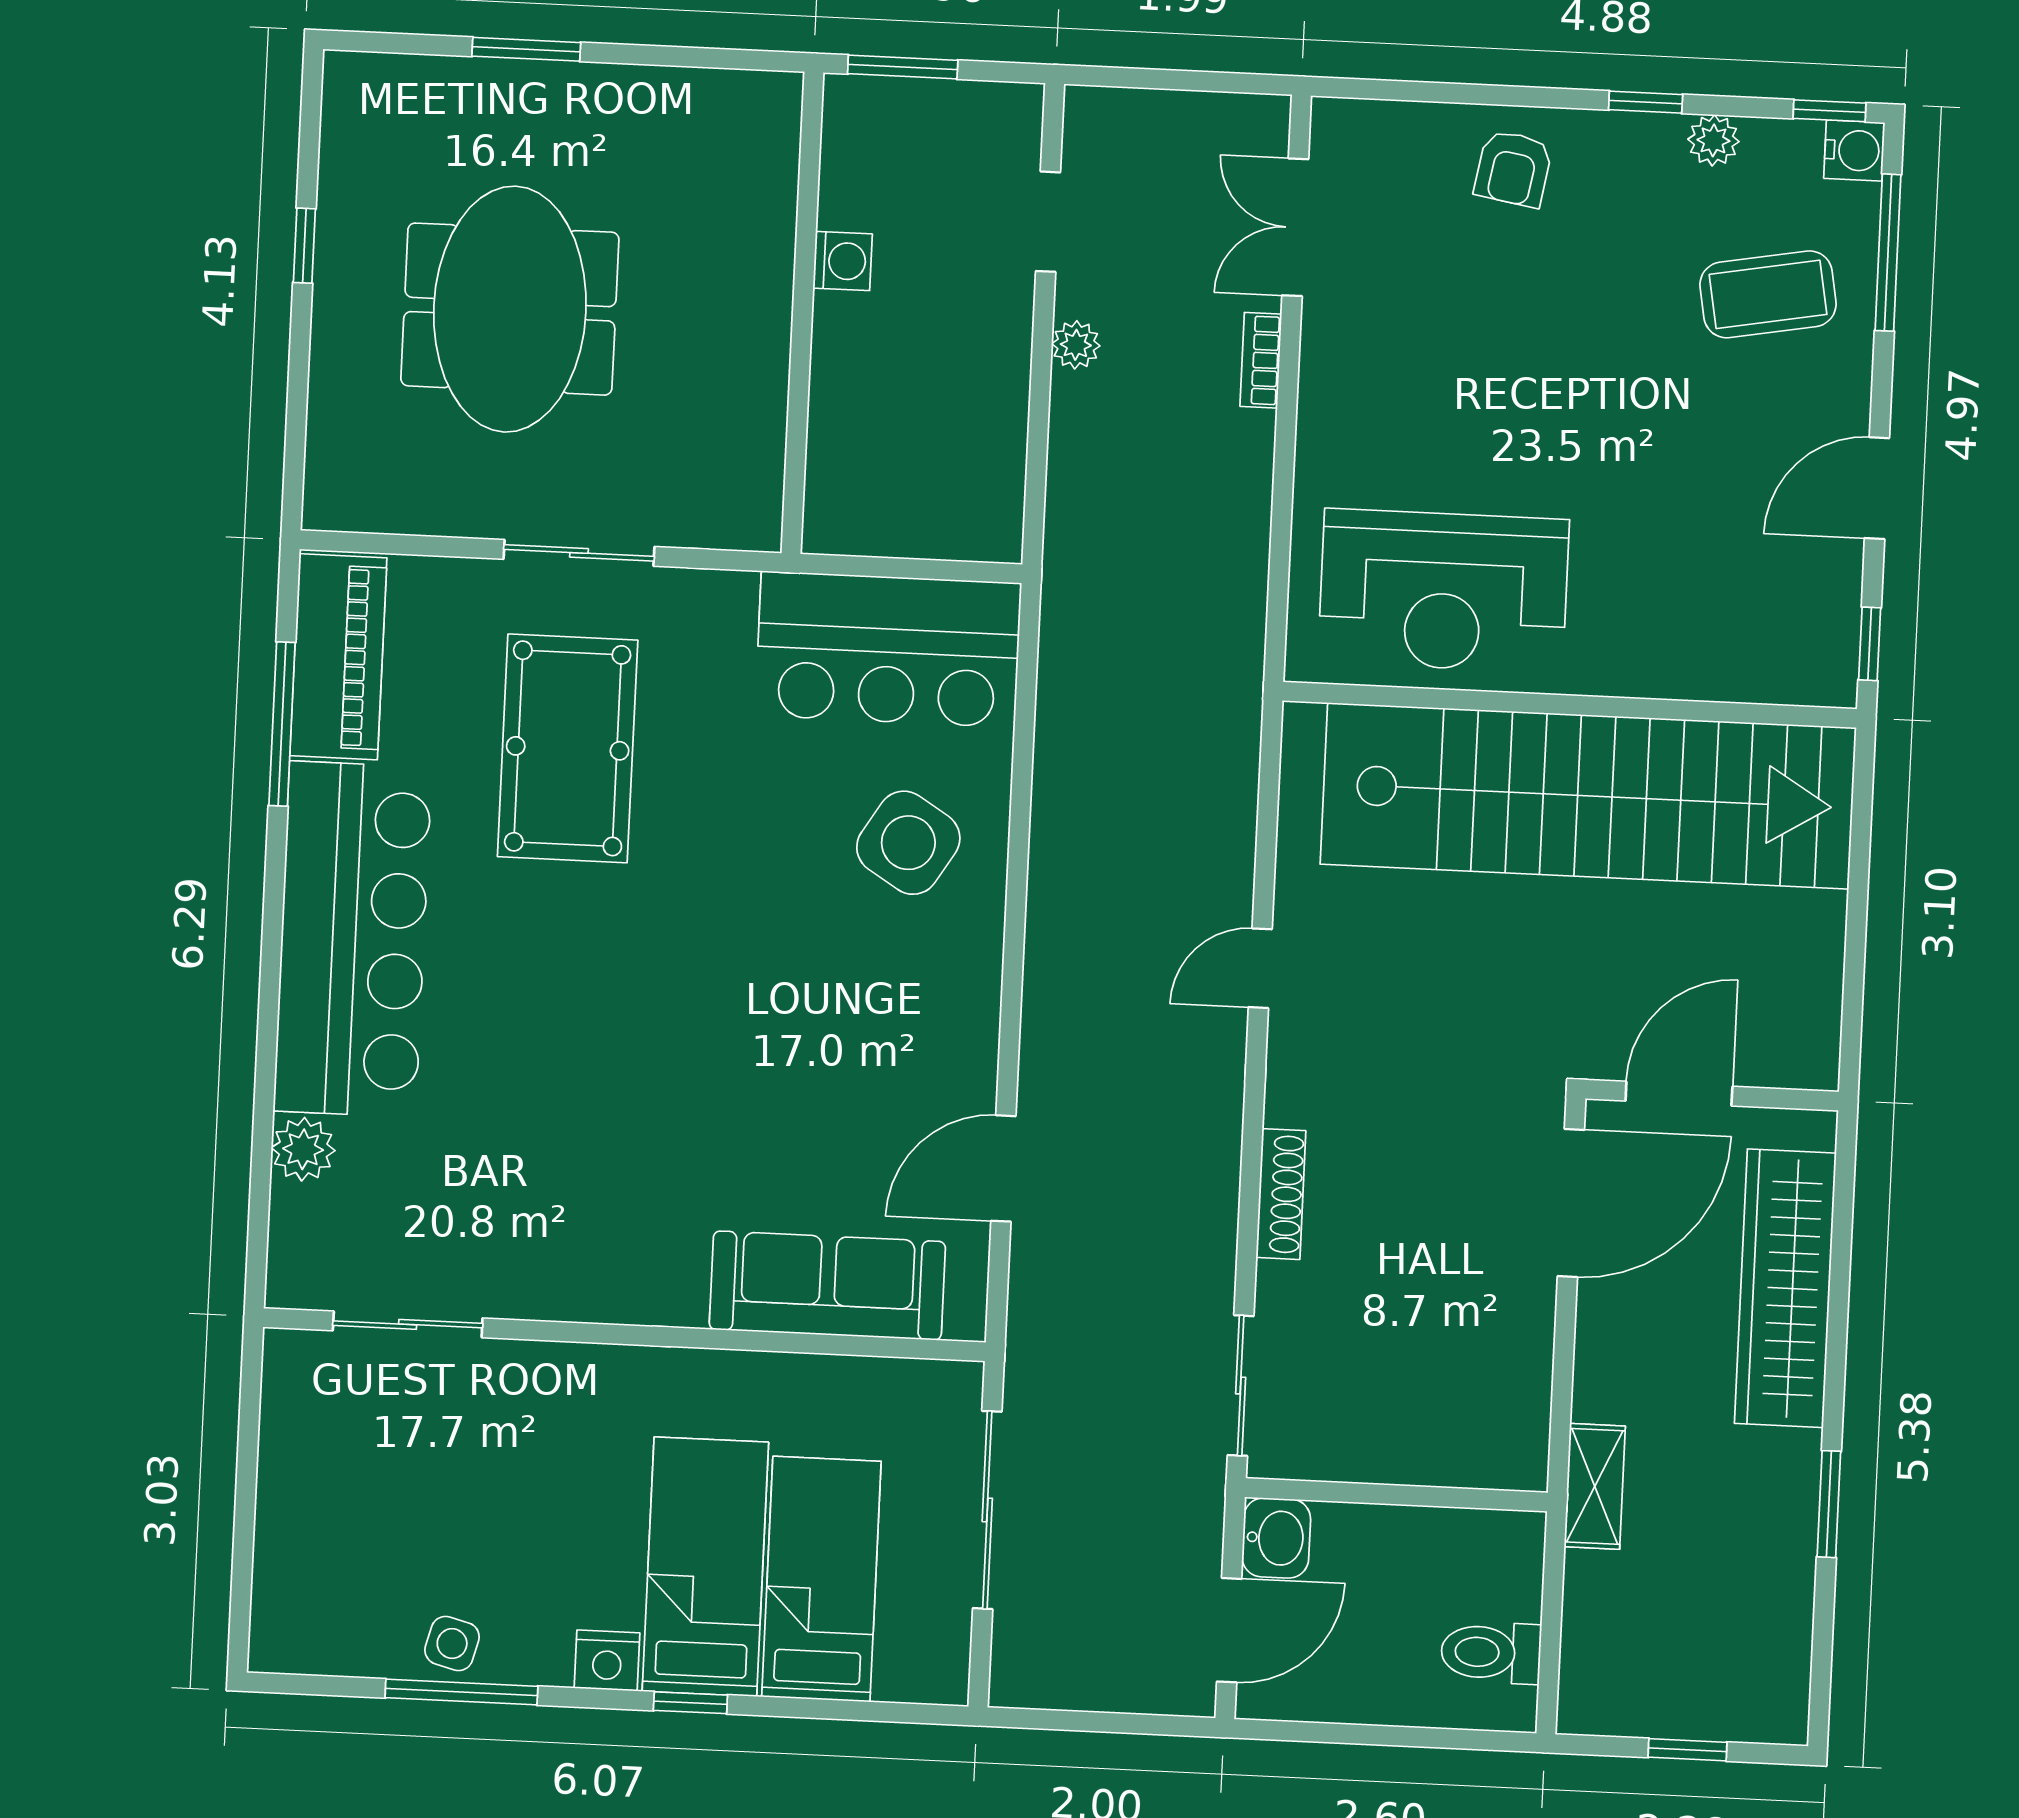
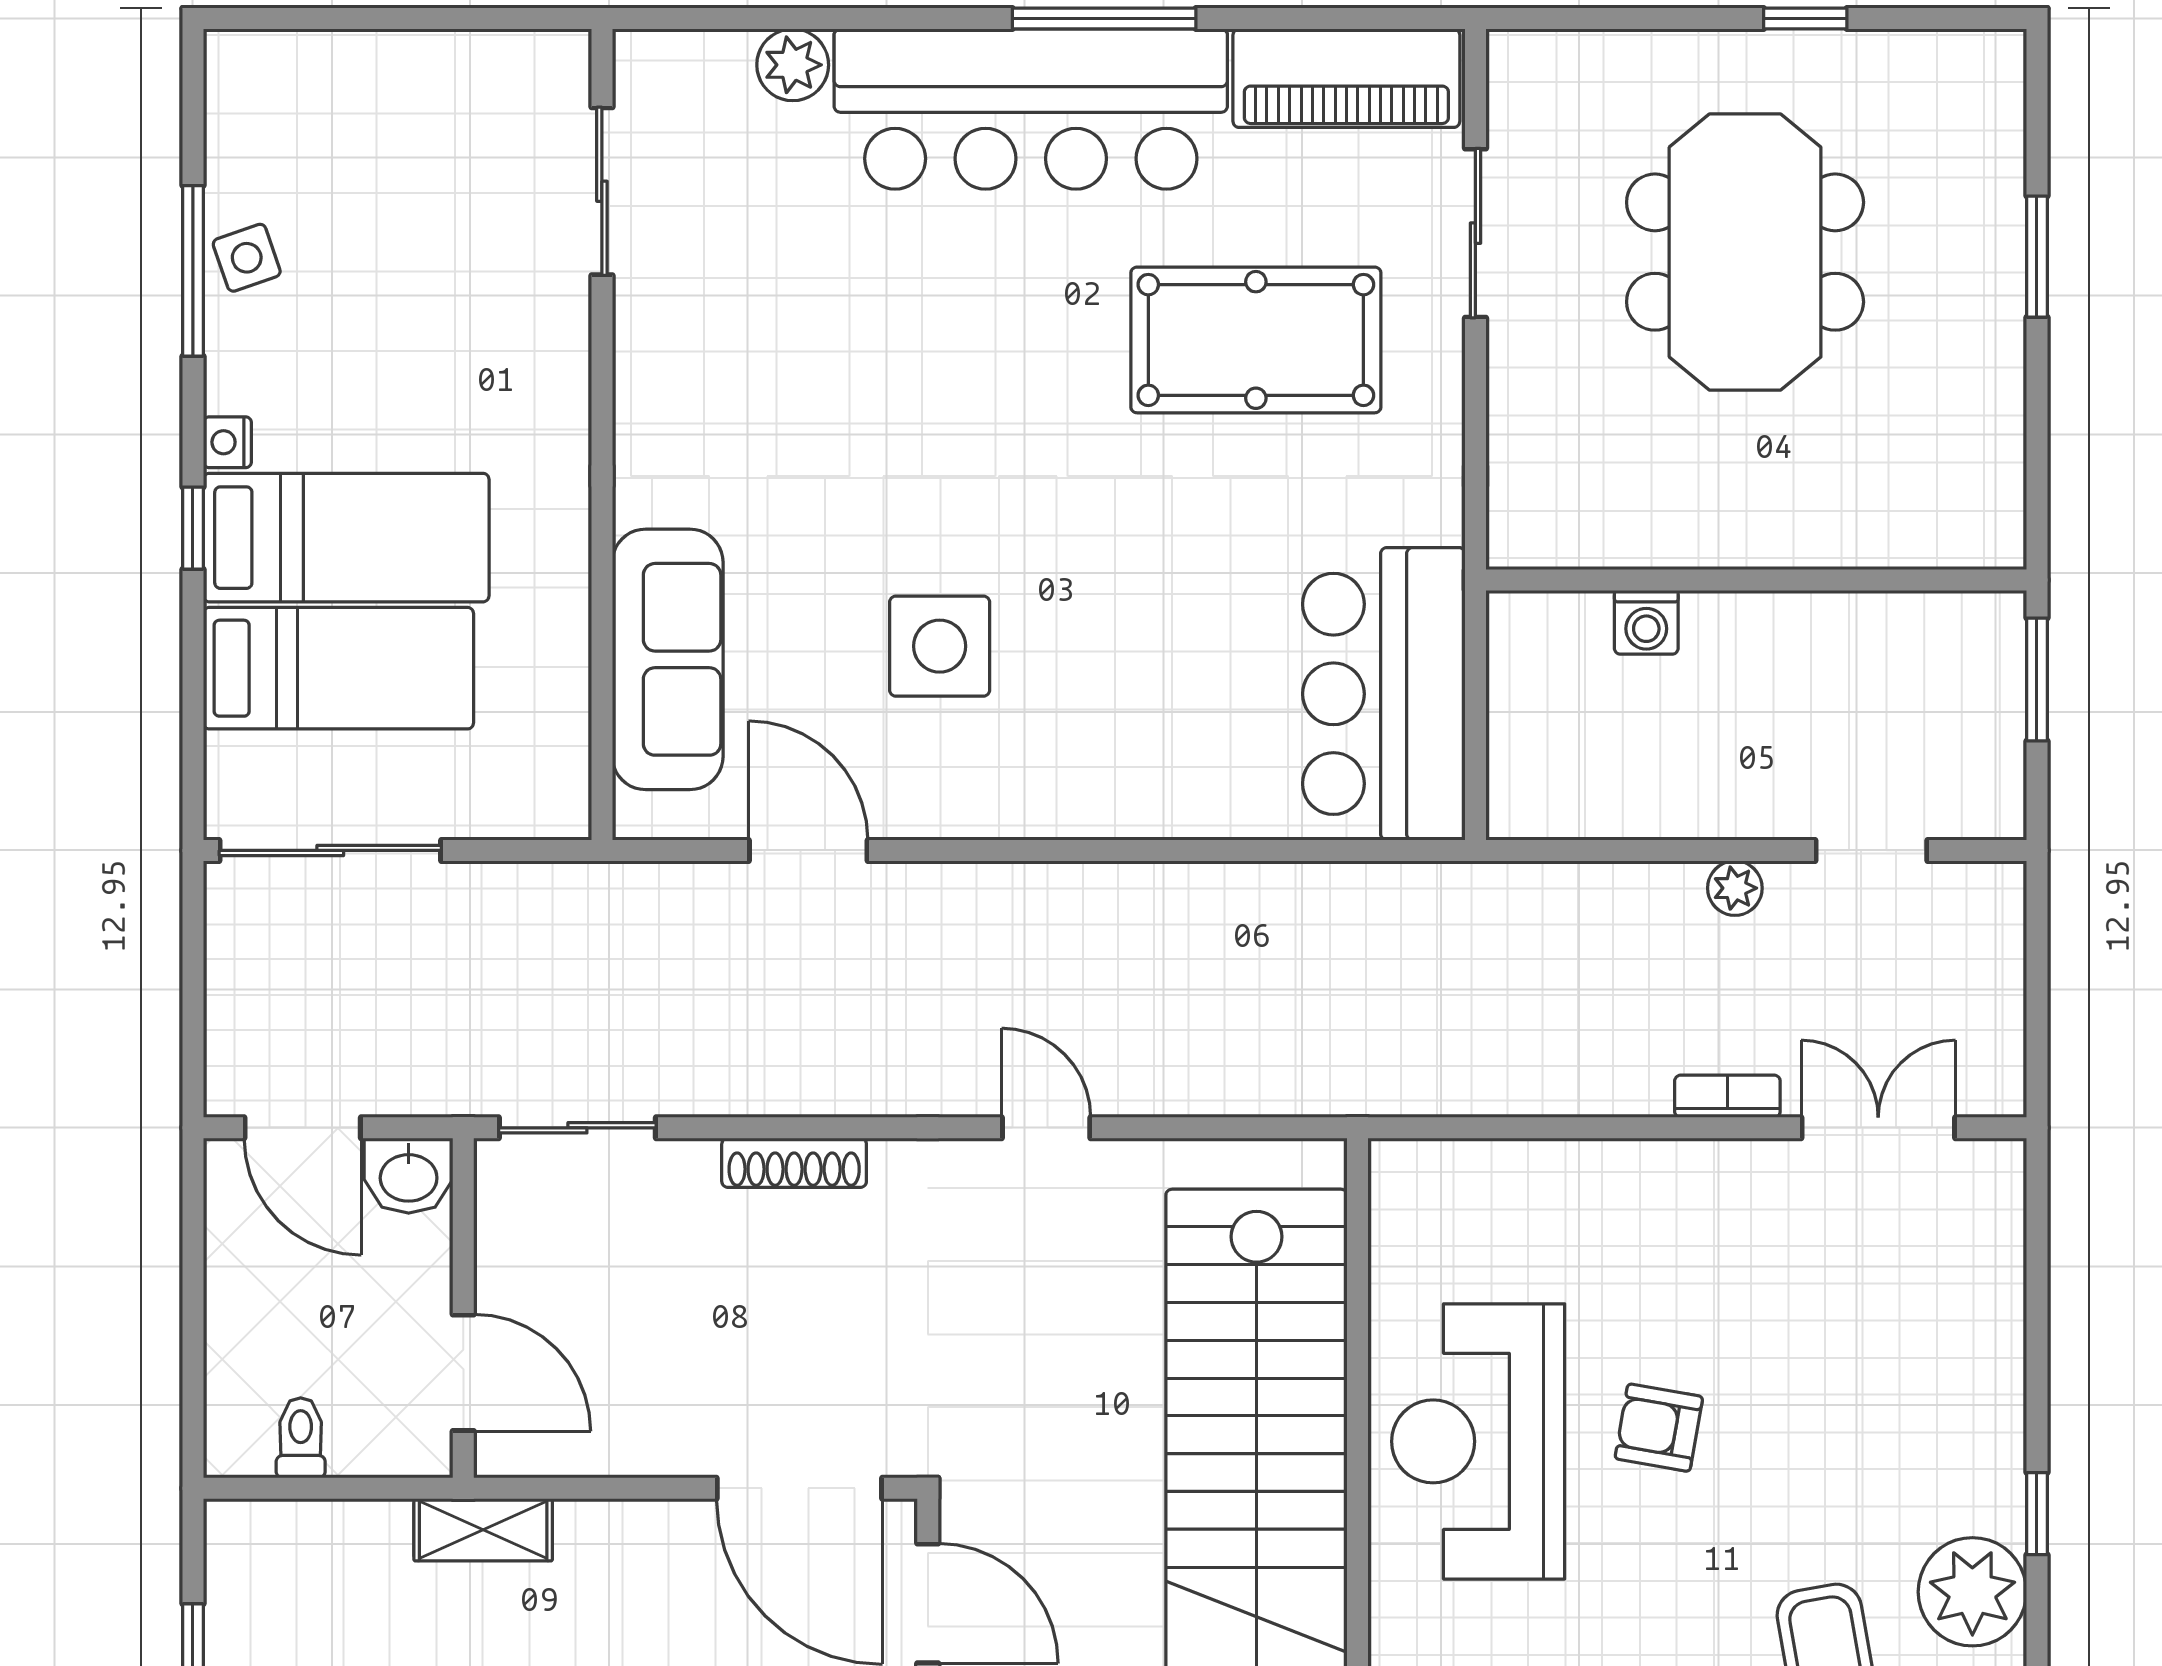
plant: (1713, 140) -> (1972, 1592), width x1.88, depth x1.88
armchair: (1513, 168) -> (1659, 1428), moved
washing machine: (843, 261) -> (1646, 622), moved
meeting table: (510, 309) -> (1745, 252), turned 90
sliding door: (579, 553) -> (1475, 233), moved
reception desk: (1444, 591) -> (1478, 1441), moved
window: (282, 724) -> (1104, 19), moved
side table: (908, 843) -> (940, 646), moved, turned -32
door: (1454, 1497) -> (463, 1373), added
sliding door: (987, 1510) -> (330, 850), moved
side table: (452, 1644) -> (247, 258), turned -34
toilet: (1491, 1652) -> (301, 1438), width x0.73, depth x0.72
nightstand: (607, 1660) -> (227, 442), width x0.72, depth x0.74

